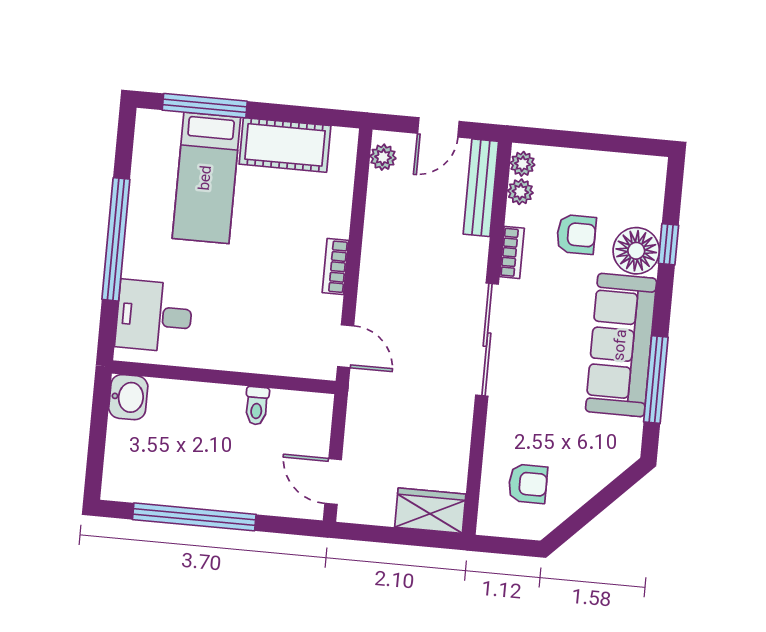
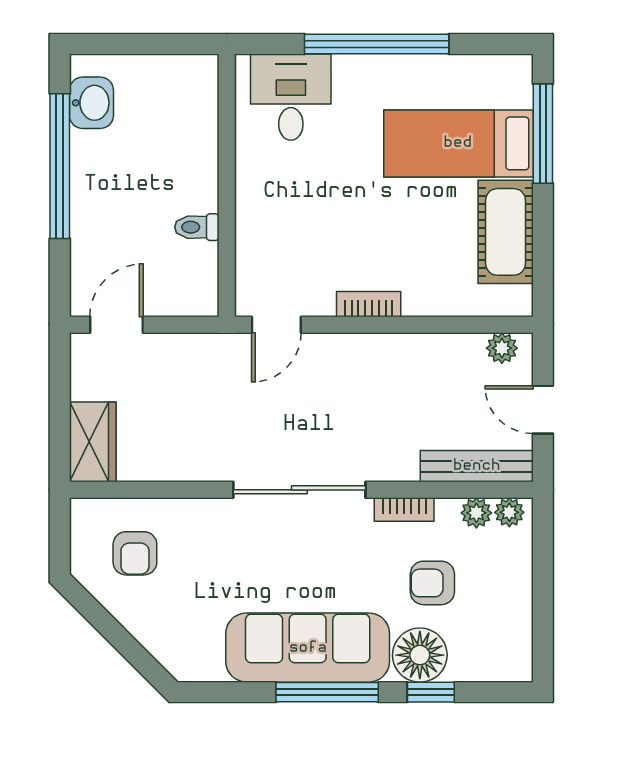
armchair: (576, 234) -> (432, 583), turned 90
window: (656, 380) -> (327, 692), moved
washbasin: (128, 397) -> (91, 103), moved, turned -90

